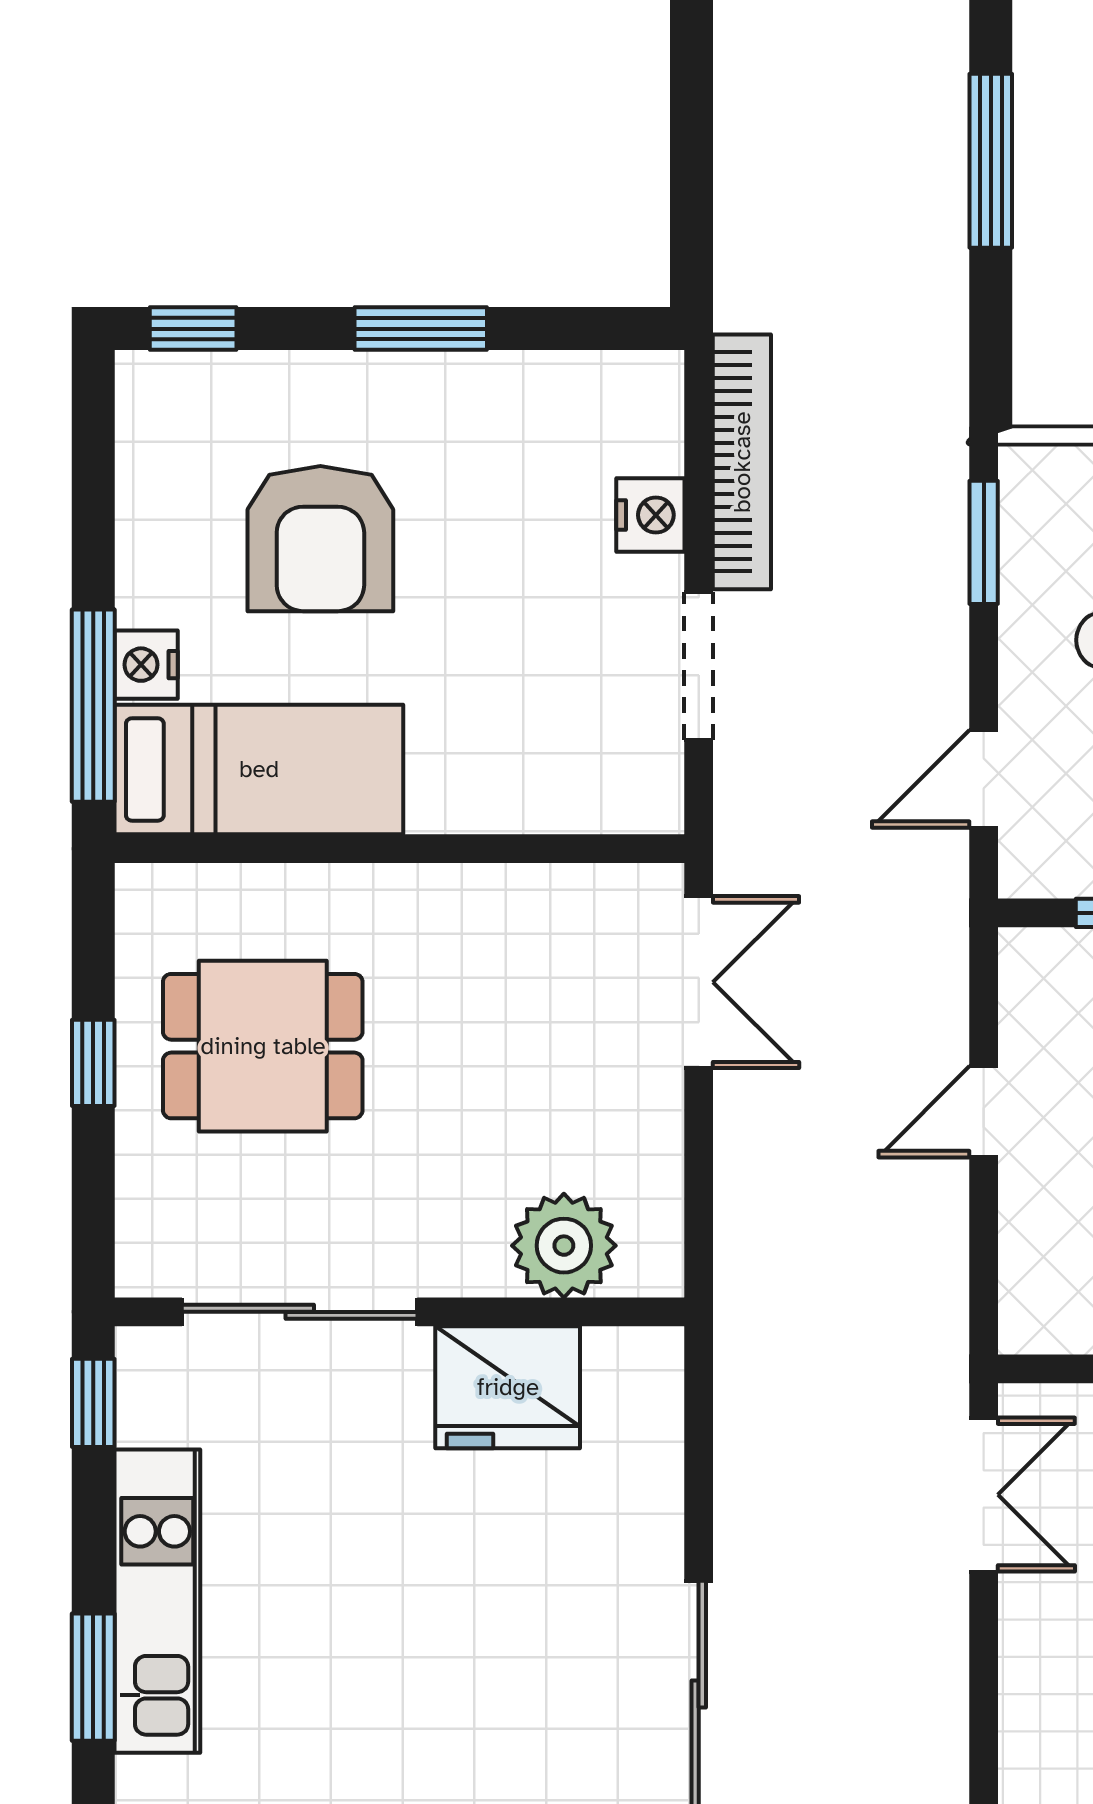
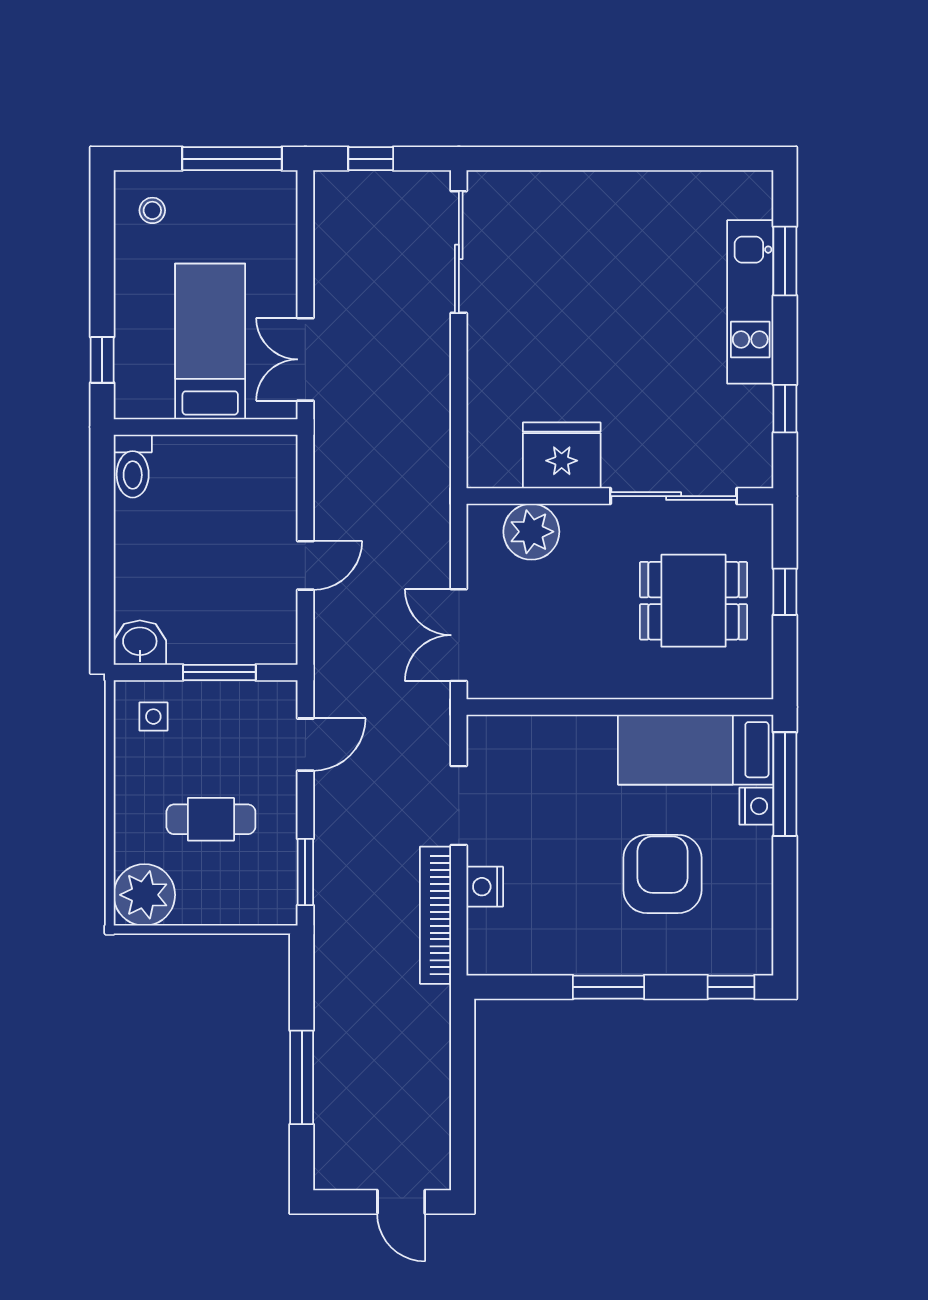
plant: (564, 1246) -> (531, 532), moved
sliding door: (300, 1312) -> (674, 496), moved
wall: (400, 1312) -> (620, 496), moved
fridge: (508, 1387) -> (562, 455), moved

